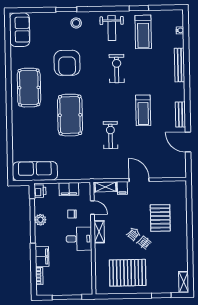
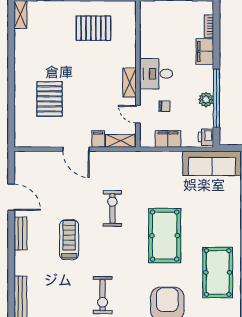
exercise bike: (110, 135) -> (112, 208), turned 180
pallet: (128, 273) -> (93, 28), width x0.73, depth x0.71

